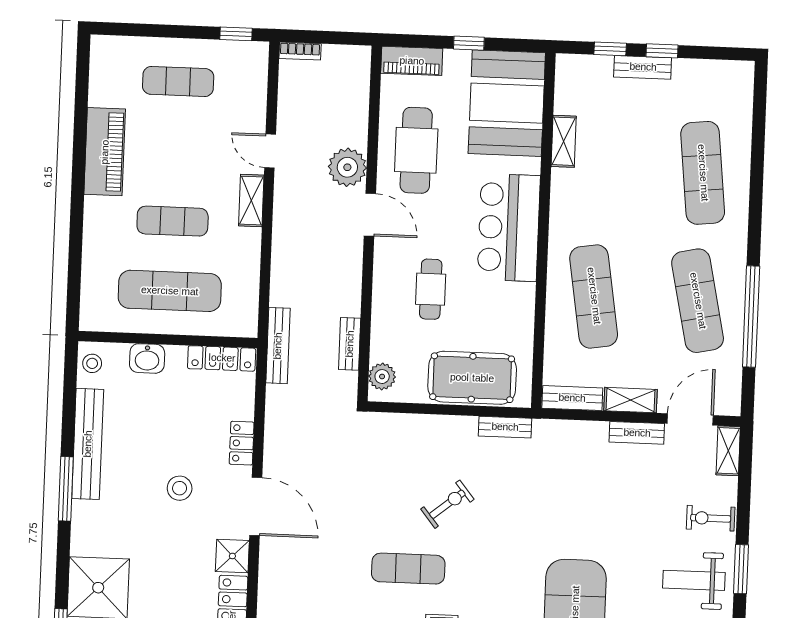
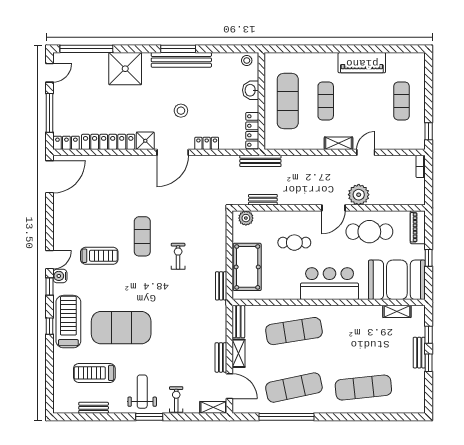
shelving: (564, 141) -> (397, 311), moved
bench: (88, 444) -> (181, 60), moved
exercise bike: (447, 504) -> (178, 256), turned -141

